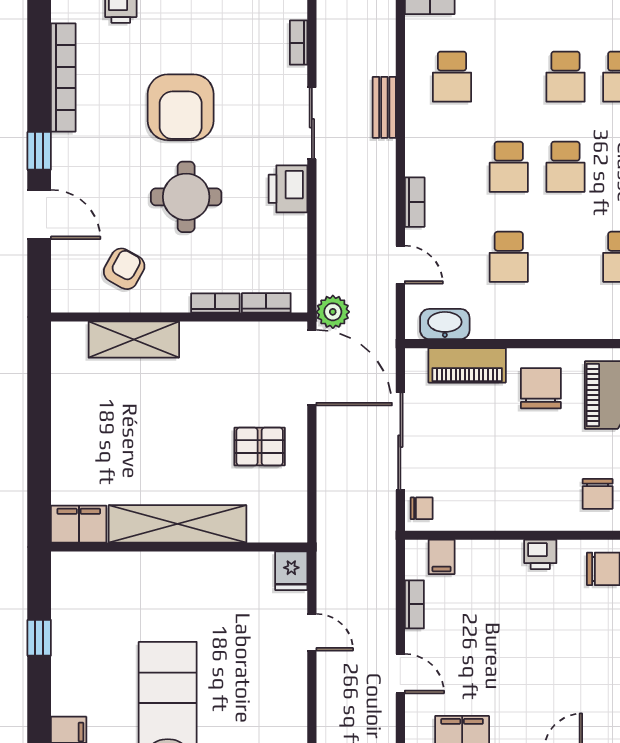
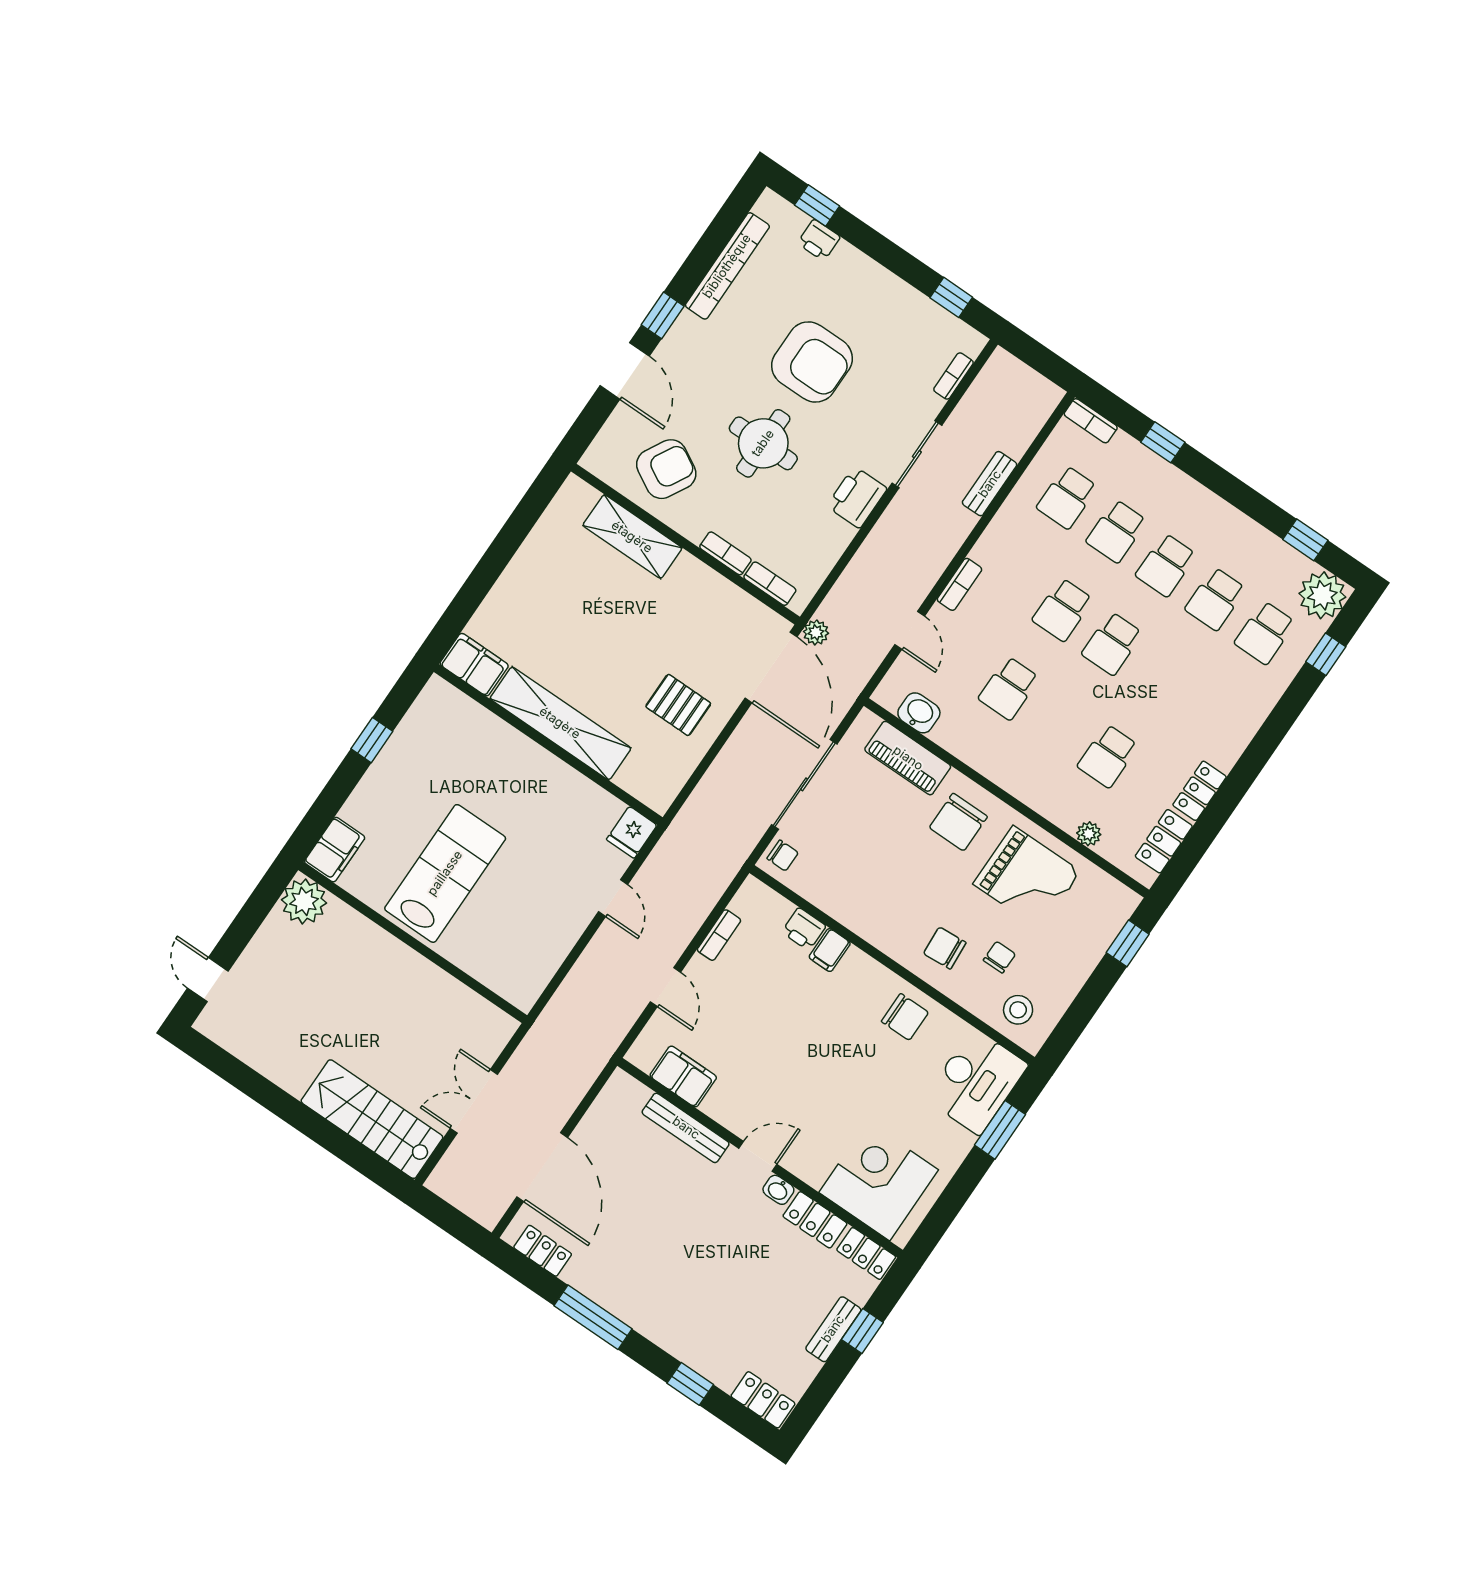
school desk: (509, 77) -> (1116, 531), added
armchair: (181, 107) -> (812, 362), turned -90
armchair: (124, 269) -> (666, 469), width x1.38, depth x1.38
plant: (333, 312) -> (816, 632), width x0.73, depth x0.73
washbasin: (445, 324) -> (919, 713), width x0.72
chair: (541, 388) -> (958, 822), turned 180
chair: (598, 494) -> (945, 948), turned 86
printer: (540, 554) -> (804, 929), moved
filing cabinet: (442, 557) -> (830, 950), moved

